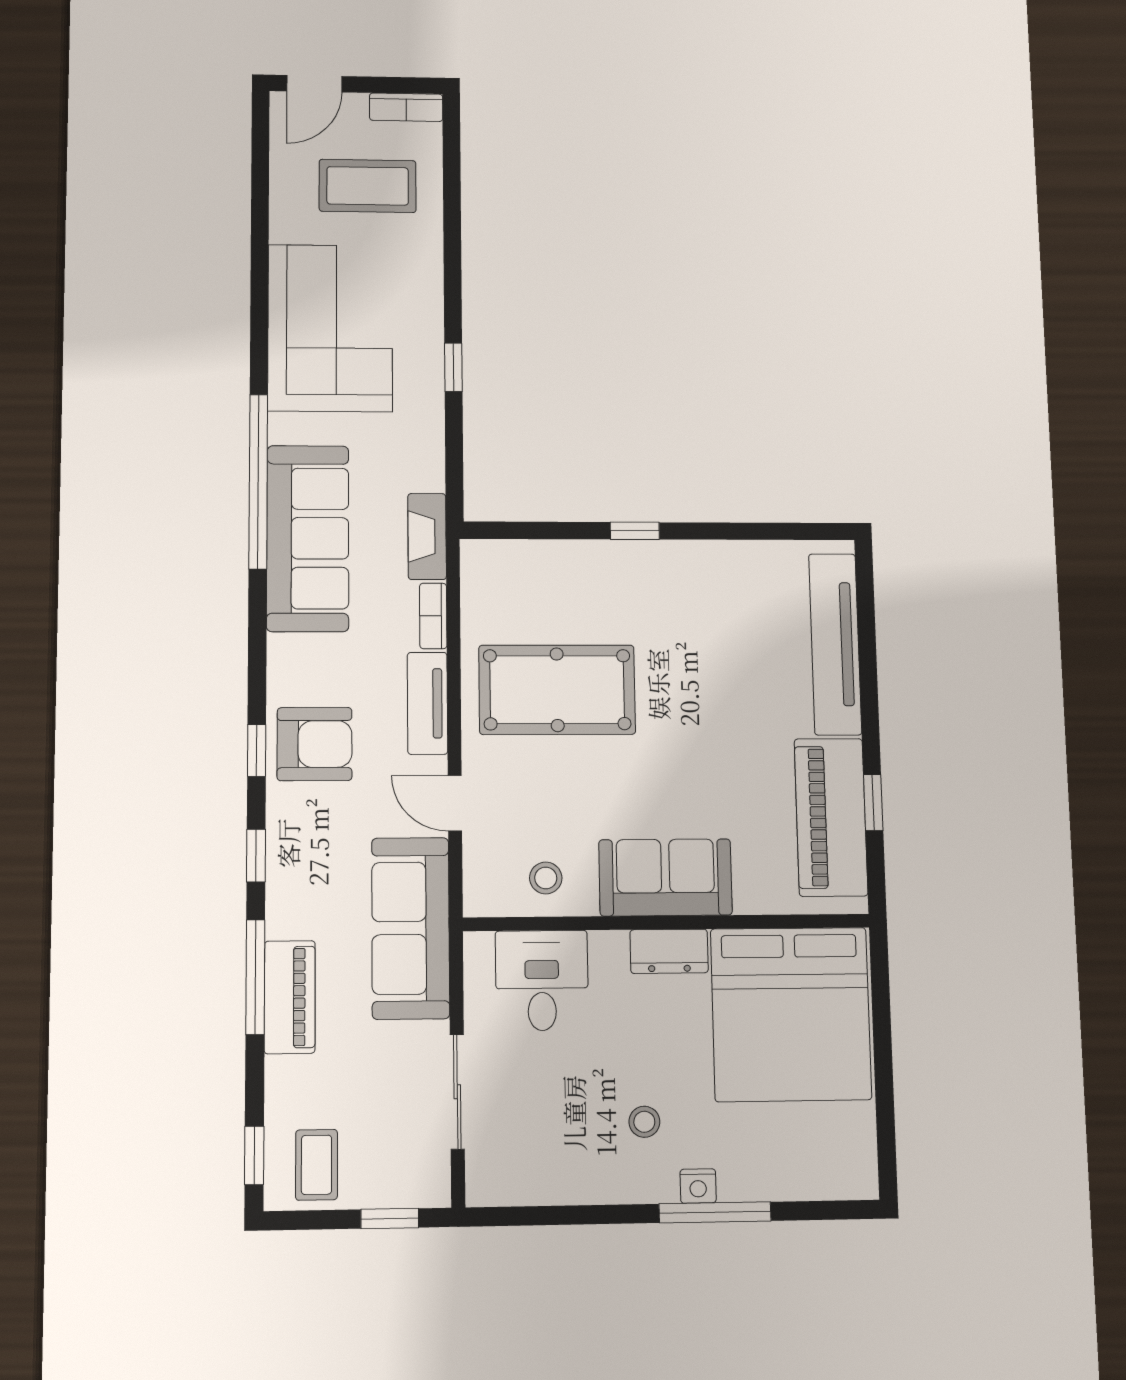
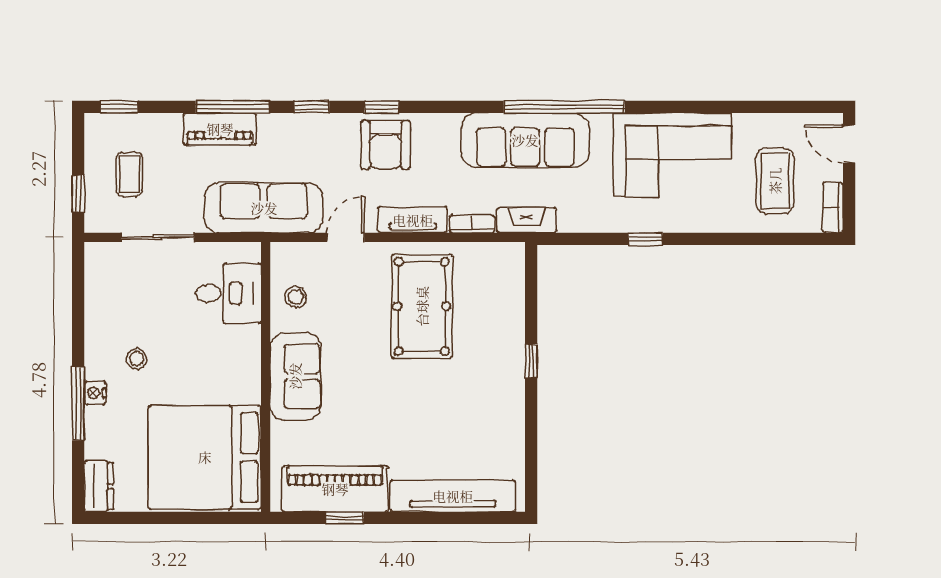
dresser: (669, 951) -> (99, 486), moved, turned 180
coffee table: (317, 1165) -> (129, 174), moved, turned 90

